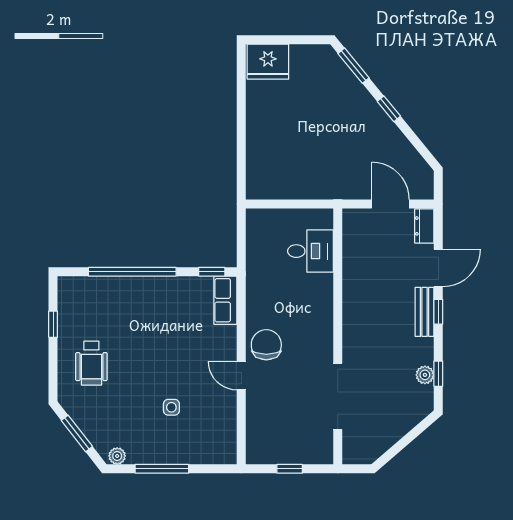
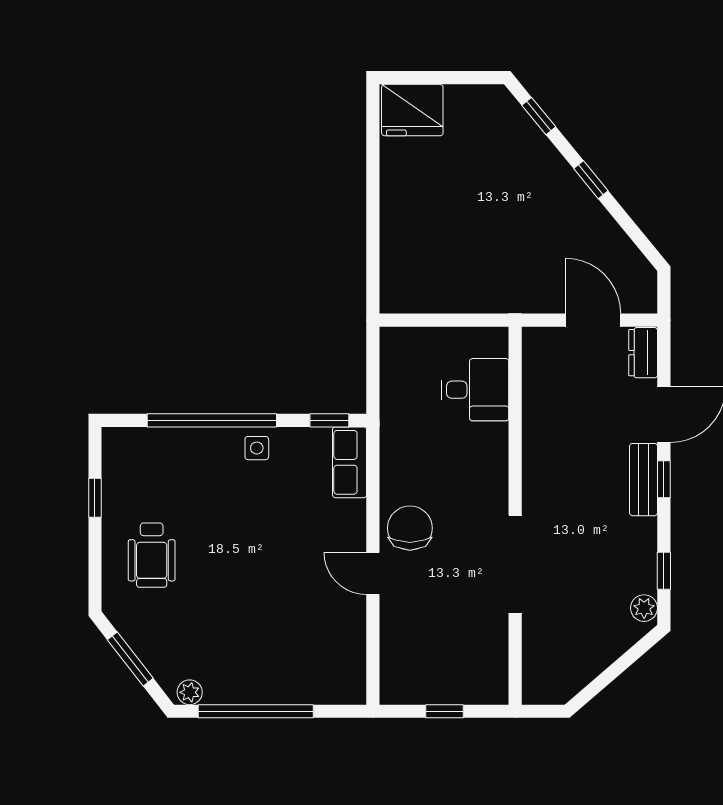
window: (354, 66) -> (539, 116), width x0.67
plant: (425, 375) -> (644, 608), moved
doorway: (338, 396) -> (515, 564), moved
side table: (171, 407) -> (257, 448), moved
window: (162, 469) -> (256, 711), width x1.46

